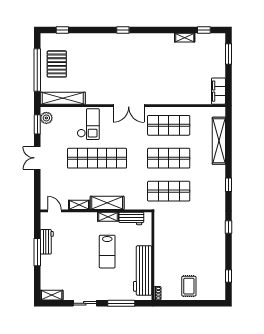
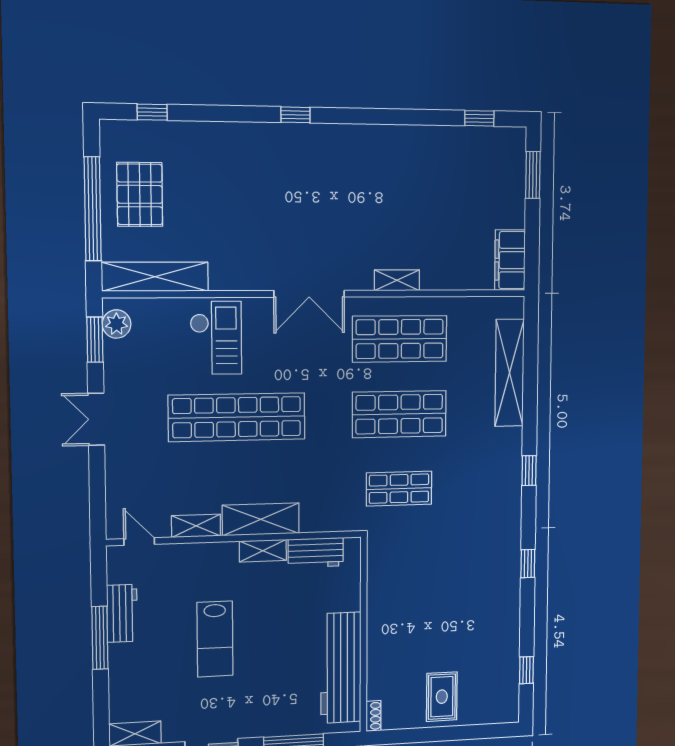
shelving: (185, 38) -> (397, 280), moved
shop shelf: (169, 191) -> (399, 489), width x0.70, depth x0.74
lab bench: (107, 252) -> (215, 639), moved

